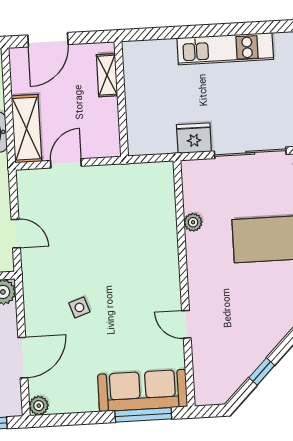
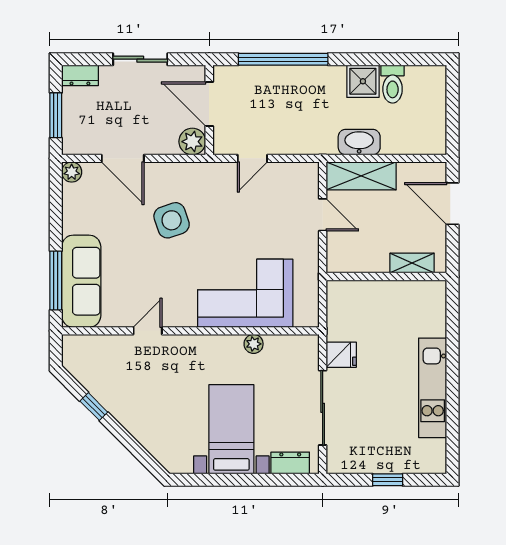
fridge: (194, 138) -> (341, 355), width x0.72
corner sofa: (145, 233) -> (245, 293), added
side table: (79, 307) -> (172, 220), width x1.87, depth x1.87

